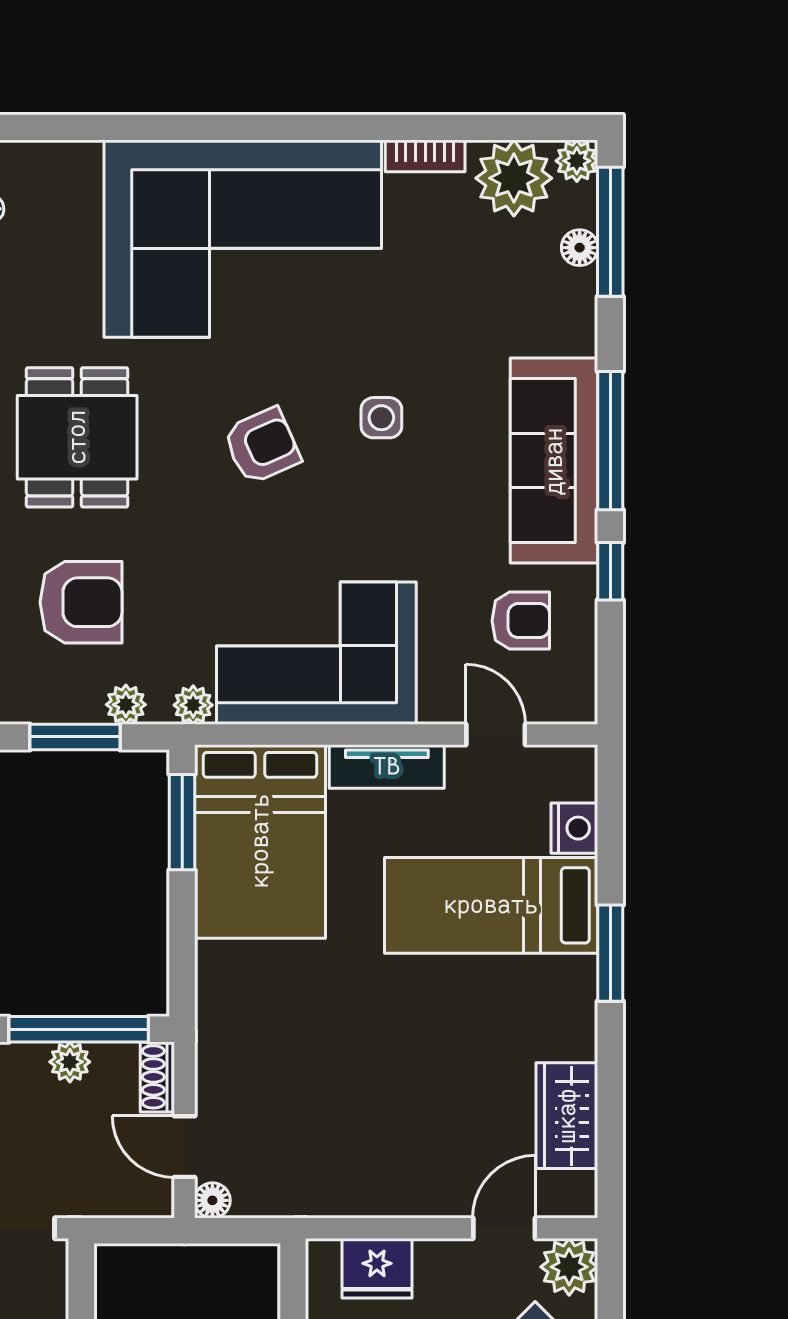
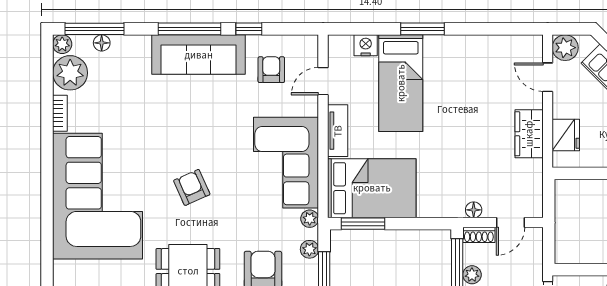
side table: (381, 418) -> (179, 133), removed
wardrobe: (567, 1116) -> (529, 134), moved, turned 90
floor lamp: (212, 1200) -> (474, 210), moved

